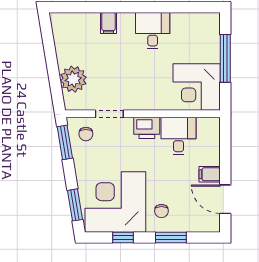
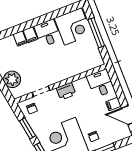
filing cabinet: (126, 23) -> (30, 35), added
corner desk: (197, 87) -> (73, 27), moved, turned -90
desk: (179, 136) -> (101, 83), moved
window: (65, 142) -> (27, 128), moved

